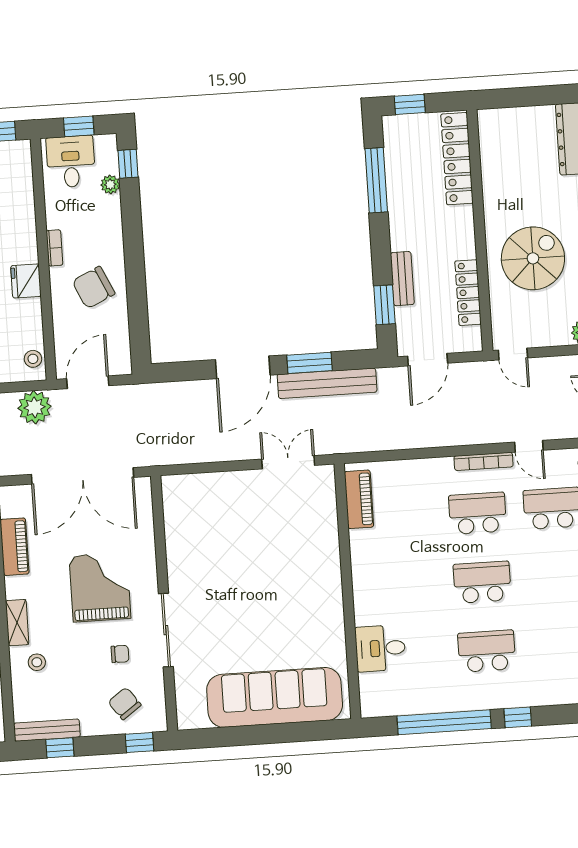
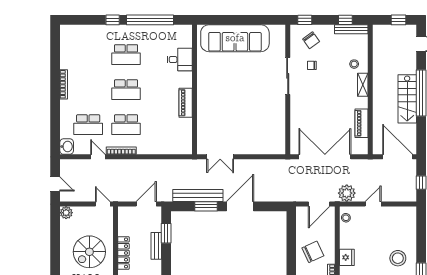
locker: (468, 293) -> (123, 253), moved
piano: (359, 499) -> (186, 103), moved
grand piano: (100, 587) -> (320, 100), removed

